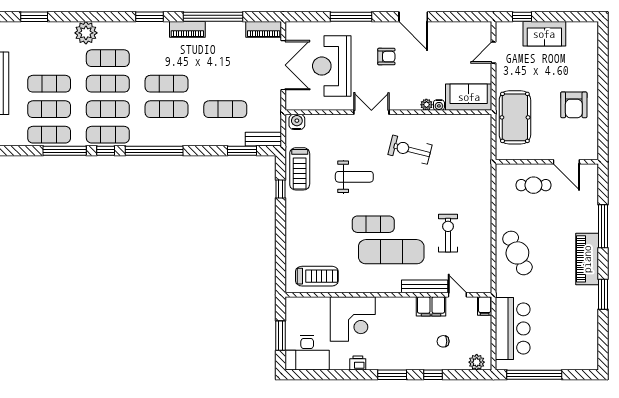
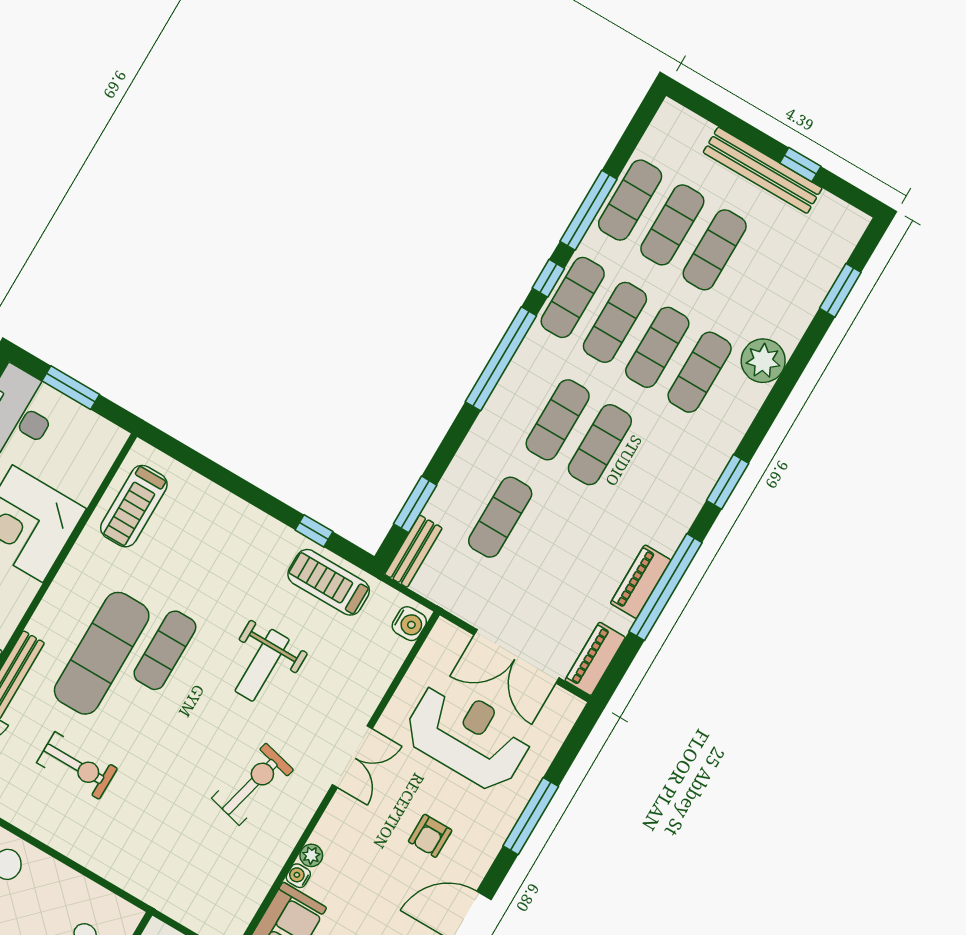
piano: (187, 29) -> (641, 582), moved

